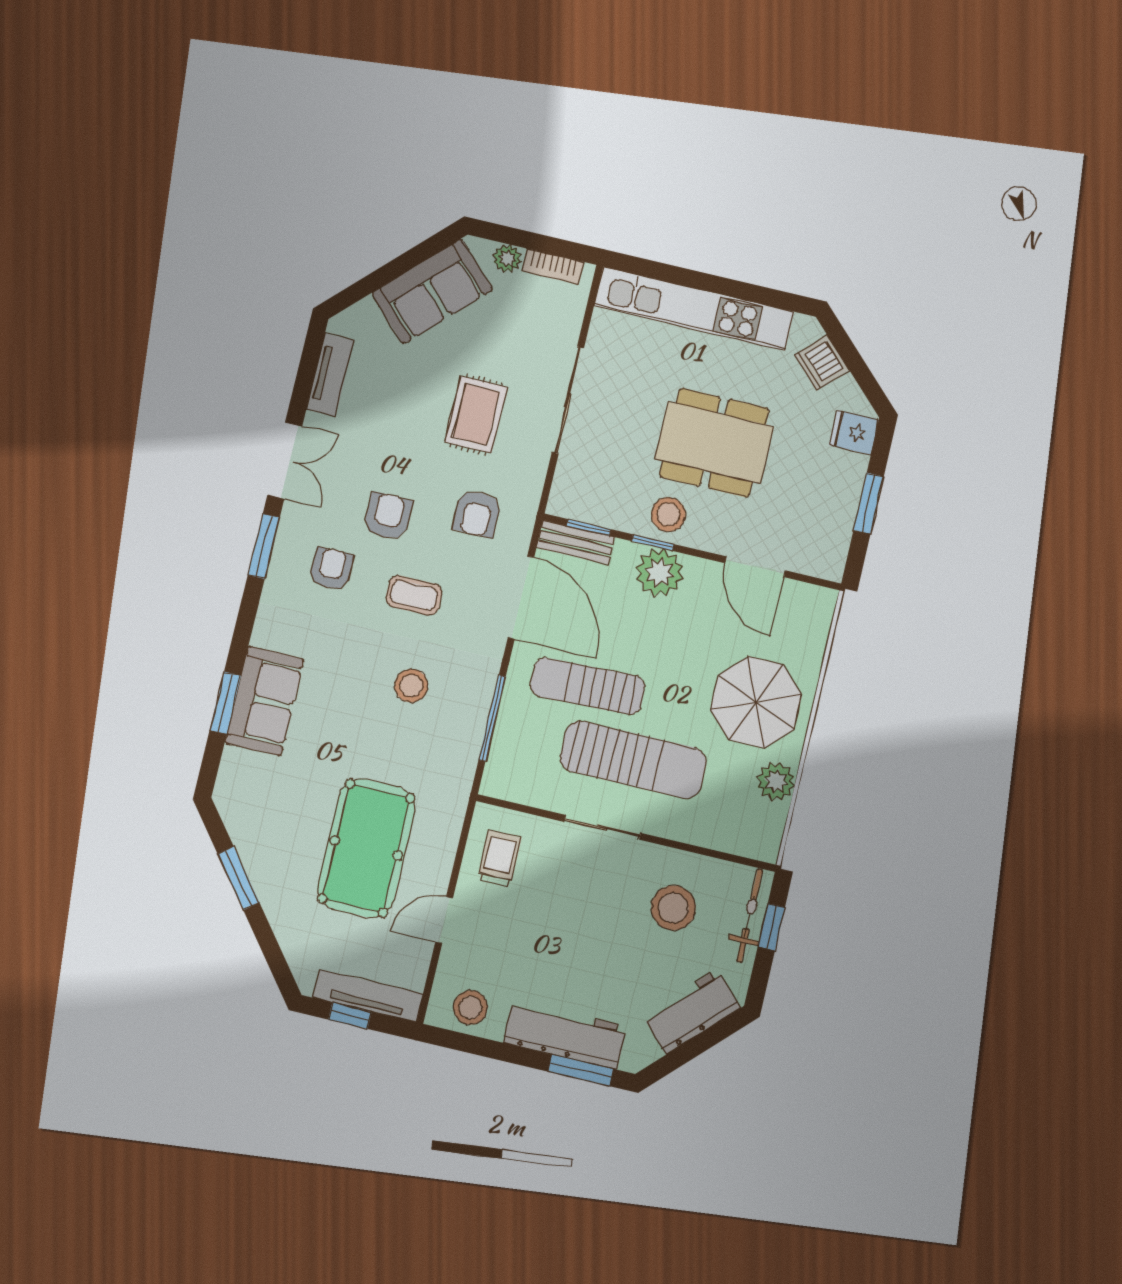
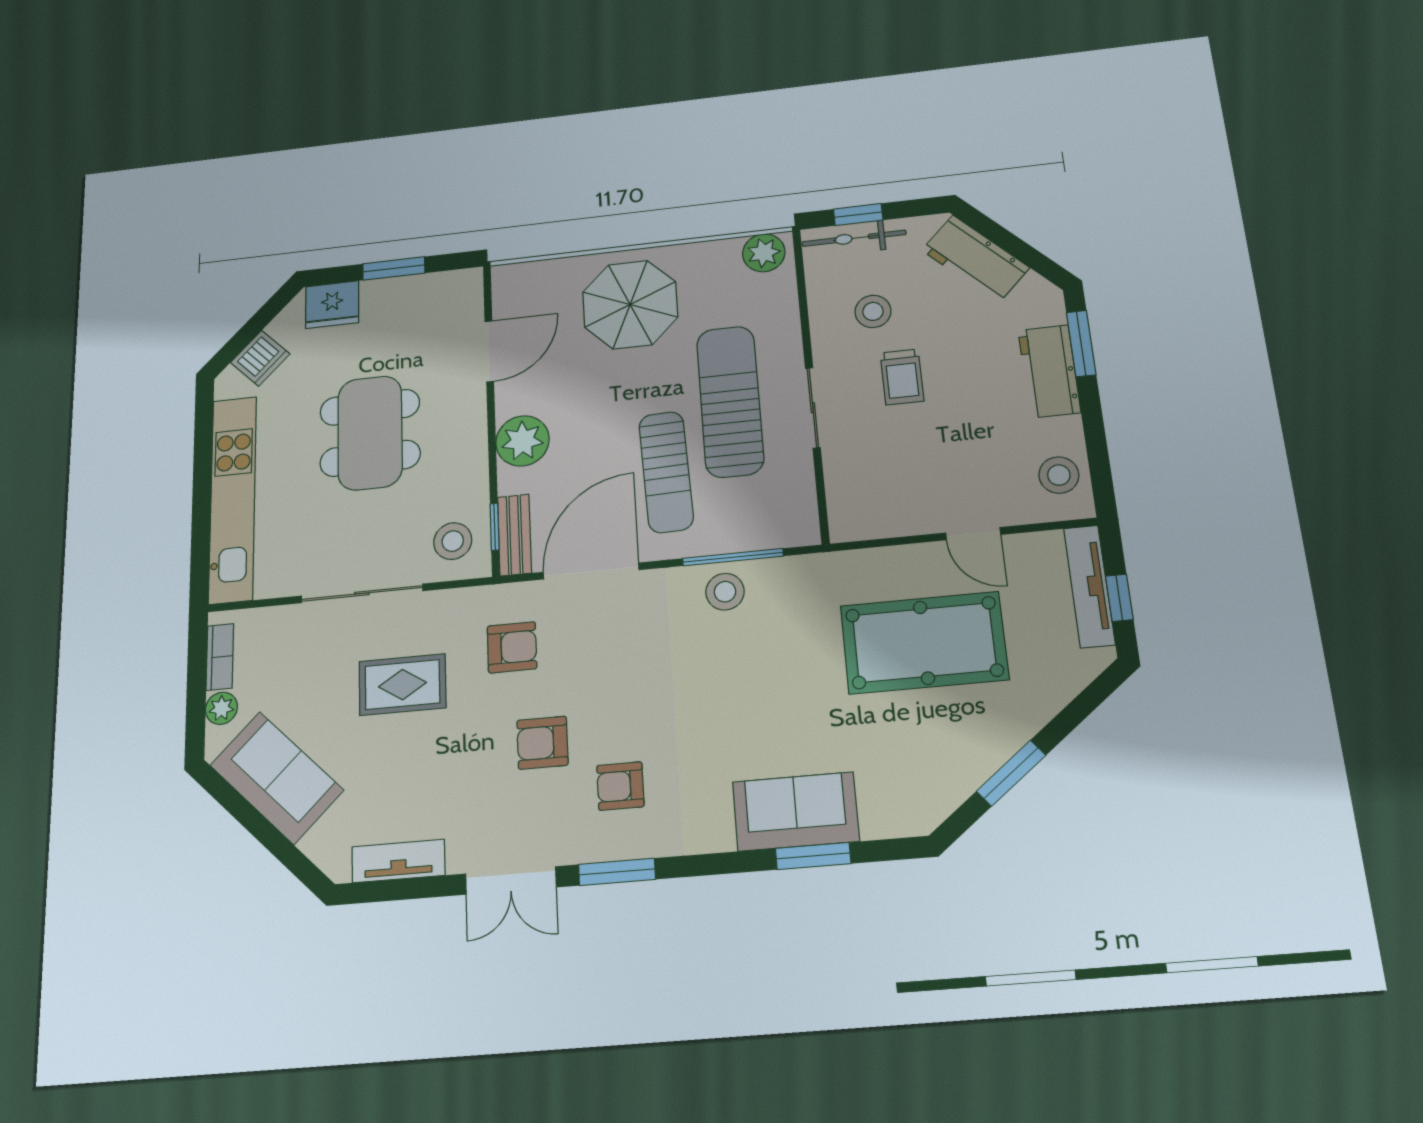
fridge: (854, 432) -> (332, 305), width x1.38
double door: (285, 461) -> (511, 880), swing flipped
stool: (668, 514) -> (453, 541), moved
window: (653, 543) -> (493, 458), removed
coffee table: (414, 595) -> (623, 685), removed
stool: (411, 686) -> (725, 592), moved
plant: (776, 781) -> (764, 253), moved
trolley: (499, 859) -> (902, 377), moved, turned -90
stool: (673, 908) -> (873, 311), width x0.73, depth x0.73
workbench: (565, 1035) -> (1049, 371), width x0.73

